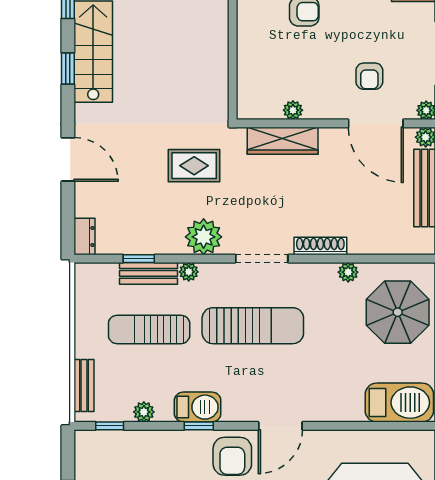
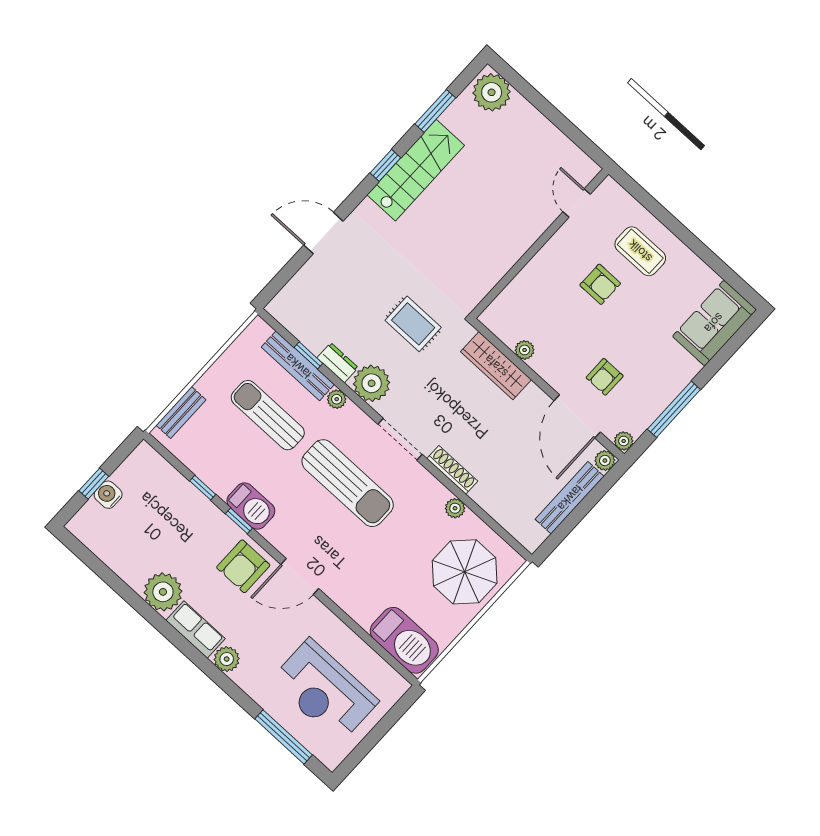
door: (68, 159) -> (323, 233), swing flipped
dresser: (84, 236) -> (338, 363), moved, turned -90
bench: (148, 273) -> (298, 366), width x1.36
plant: (144, 412) -> (208, 473), removed
window: (110, 426) -> (203, 488), moved

